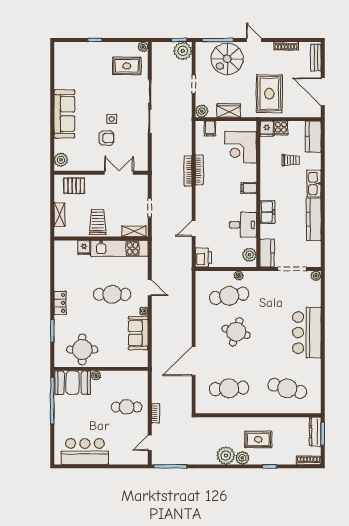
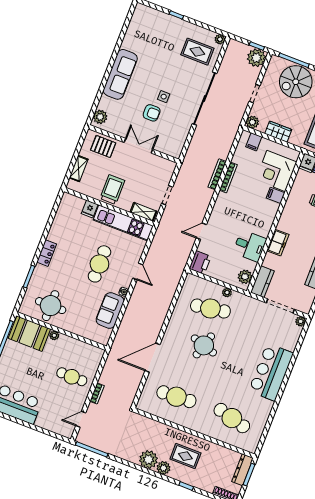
double door: (119, 173) -> (138, 146), moved
filing cabinet: (249, 188) -> (276, 195), moved
cafe table: (112, 294) -> (99, 264), turned 90

